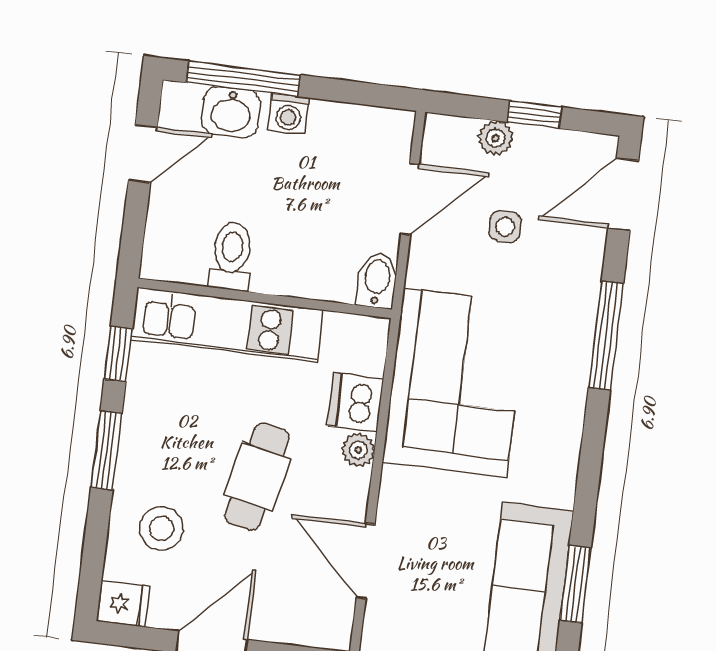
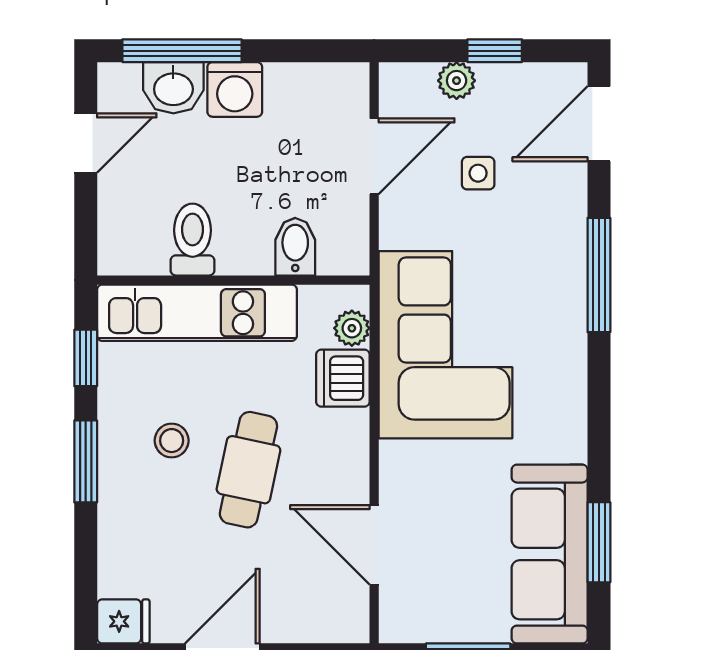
washing machine: (289, 114) -> (235, 89), width x1.38, depth x1.38
bidet: (377, 280) -> (295, 247), moved
plant: (358, 450) -> (352, 328), moved
stool: (161, 529) -> (172, 441), moved, width x0.73, depth x0.73

